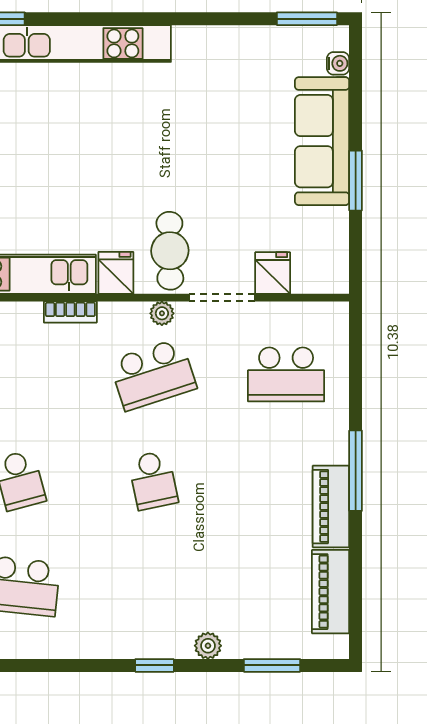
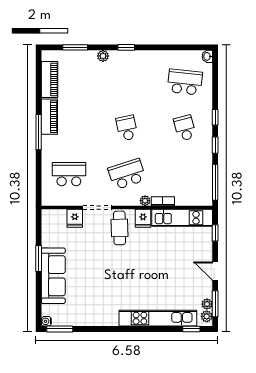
water cooler: (338, 63) -> (46, 321), moved
plant: (162, 313) -> (145, 201), moved

